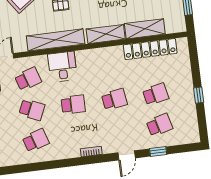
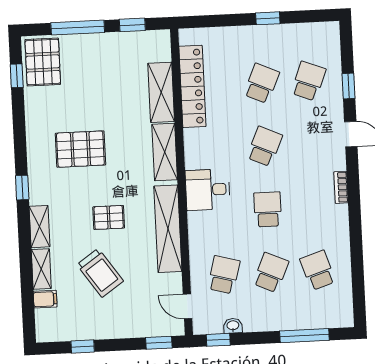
desk: (62, 67) -> (208, 190), moved
school desk: (28, 79) -> (224, 275), turned 33
school desk: (156, 94) -> (261, 83), turned 36
school desk: (114, 99) -> (265, 146), turned 33
school desk: (159, 125) -> (308, 81), turned 36

